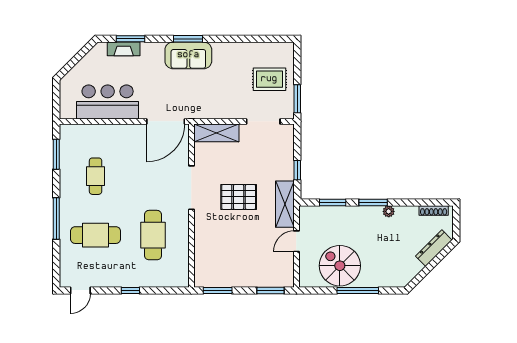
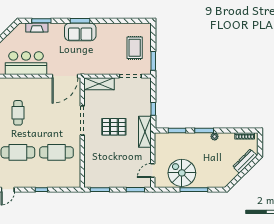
rug: (269, 79) -> (135, 48), turned 90
cafe table: (153, 235) -> (56, 152), turned 90
door: (296, 241) -> (153, 170), moved

